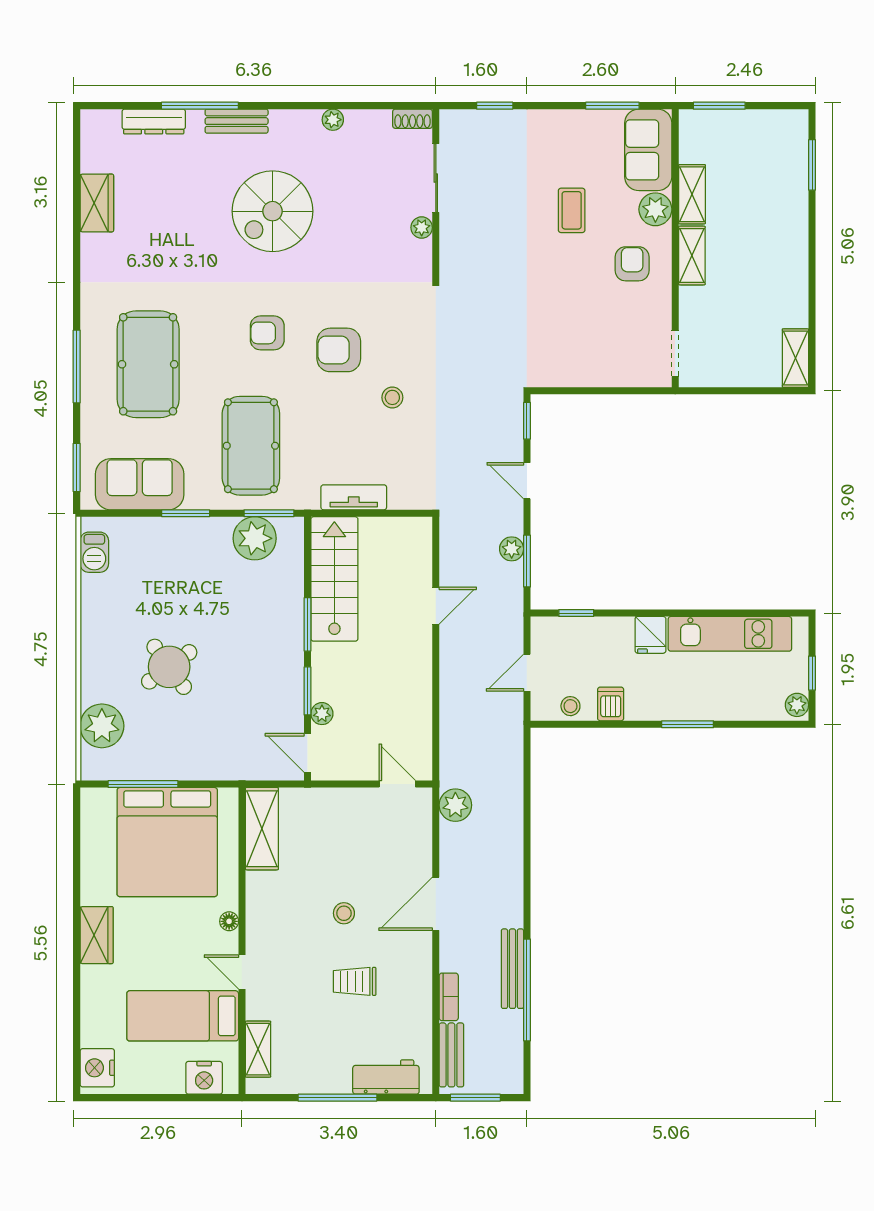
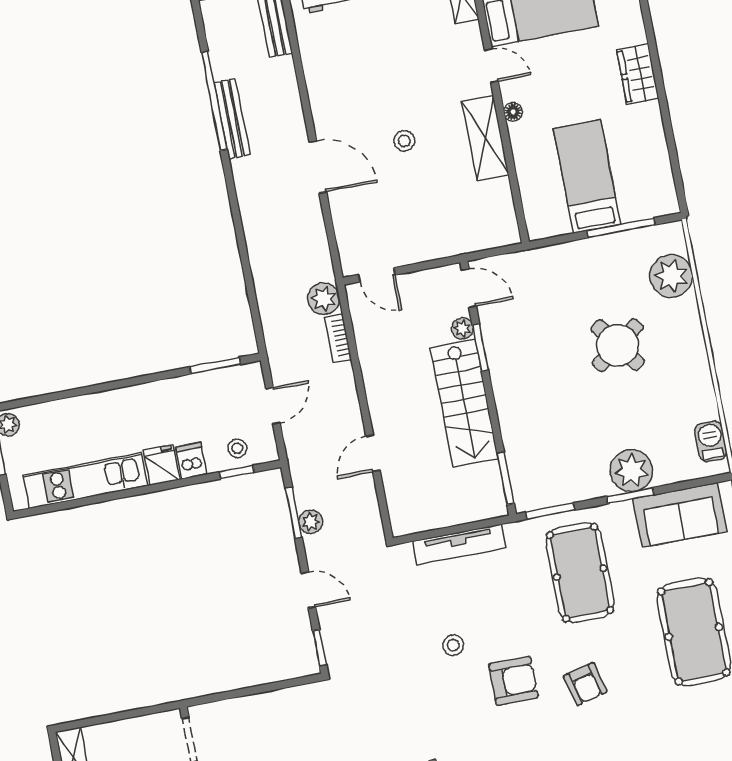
armchair: (267, 333) -> (585, 684), turned 76
tv unit: (354, 497) -> (459, 545), width x1.41
plant: (255, 538) -> (631, 471), moved
stairs: (334, 579) -> (464, 403), moved
window: (308, 624) -> (506, 478), moved
dishwasher: (611, 704) -> (191, 461), moved, turned 180
stool: (570, 706) -> (237, 448), moved
window: (688, 724) -> (215, 366), moved
plant: (455, 805) -> (324, 299), moved
shelving: (262, 829) -> (486, 138), moved
bed: (167, 842) -> (587, 177), width x0.49
door: (436, 904) -> (318, 167), hinge flipped
trolley: (355, 981) -> (381, 77), removed
bookcase: (449, 997) -> (338, 338), moved

